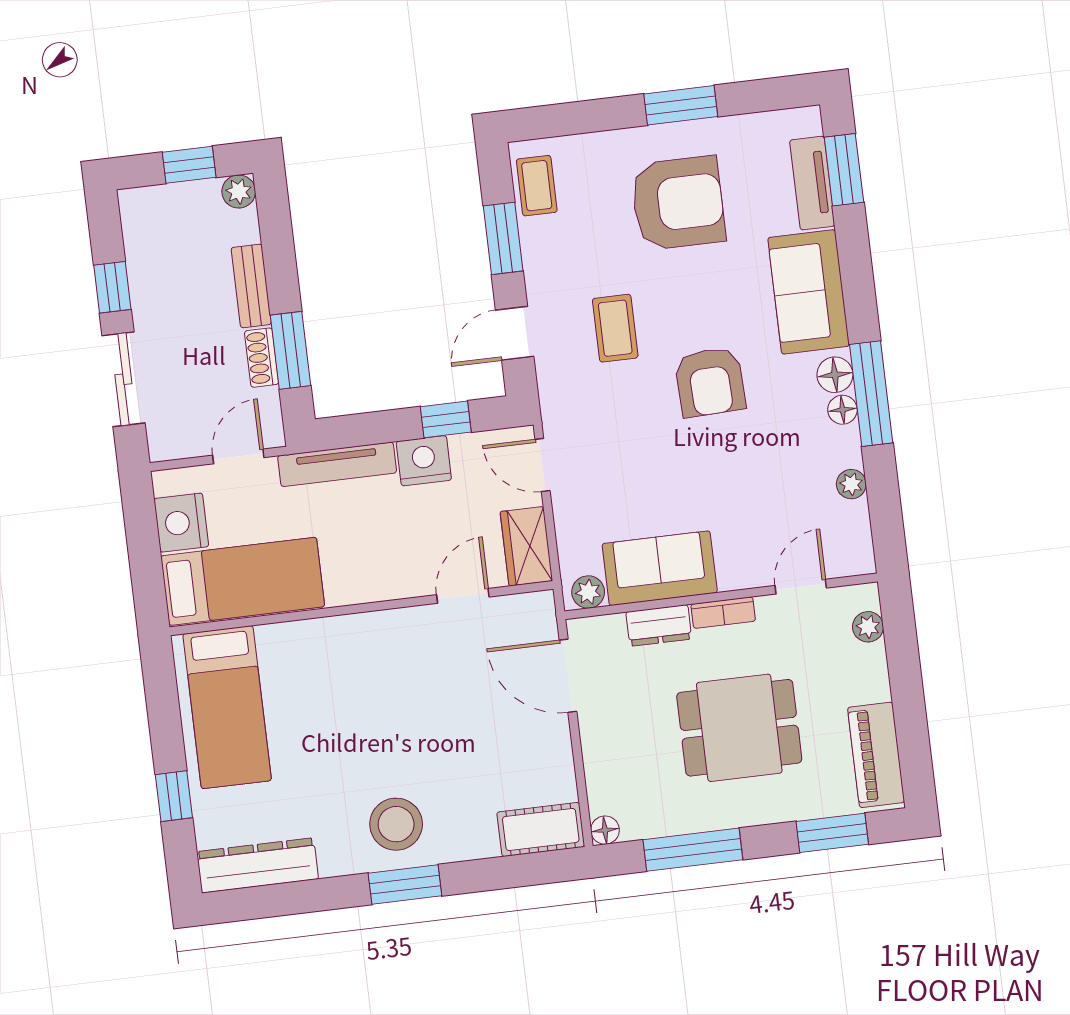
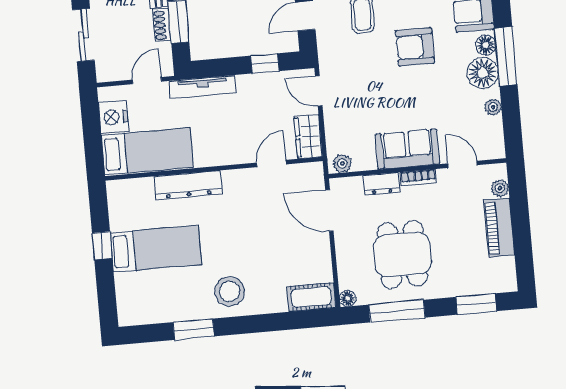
armchair: (710, 382) -> (415, 47), turned 92
floor lamp: (842, 410) -> (483, 73), width x1.89, depth x1.89
nightstand: (424, 461) -> (252, 86), removed
sofa: (660, 568) -> (407, 149), moved
door: (801, 587) -> (463, 164), hinge flipped
bed: (227, 707) -> (156, 249), moved, turned -90
dining table: (739, 728) -> (402, 255), moved, turned 90
piano: (876, 755) -> (499, 228), moved
window: (174, 796) -> (102, 246), moved
dresser: (258, 865) -> (188, 185), moved, turned 180
window: (405, 885) -> (194, 329), moved

